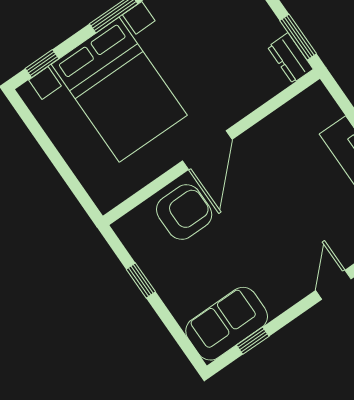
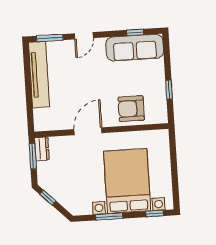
door: (207, 150) -> (88, 131), moved
sofa: (227, 324) -> (135, 48), width x1.36

